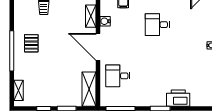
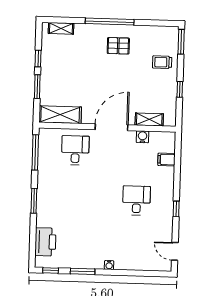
printer: (178, 98) -> (45, 242), moved

